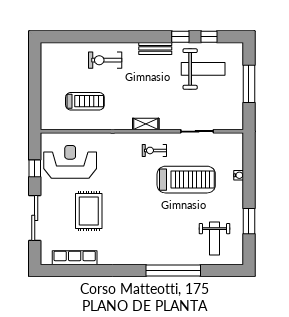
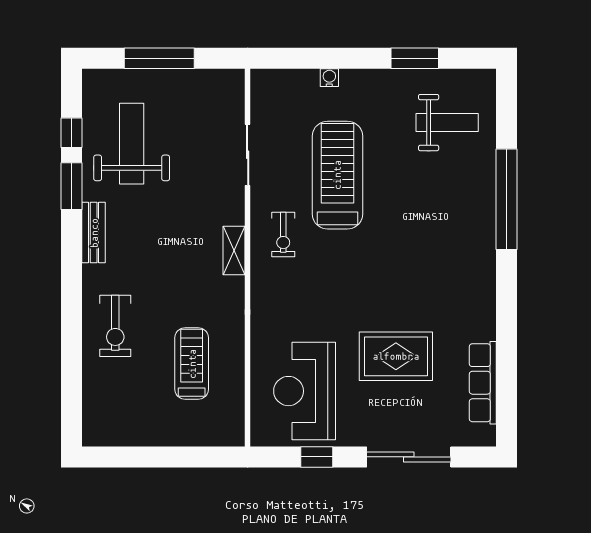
window: (180, 37) -> (72, 186), width x1.50

